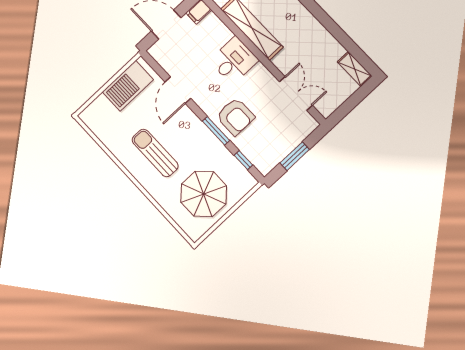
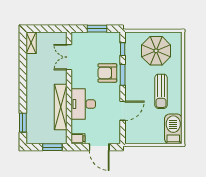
desk: (234, 60) -> (83, 104), width x1.37
barbecue: (128, 86) -> (173, 129), moved, turned -90
armchair: (235, 116) -> (107, 73), turned -90

